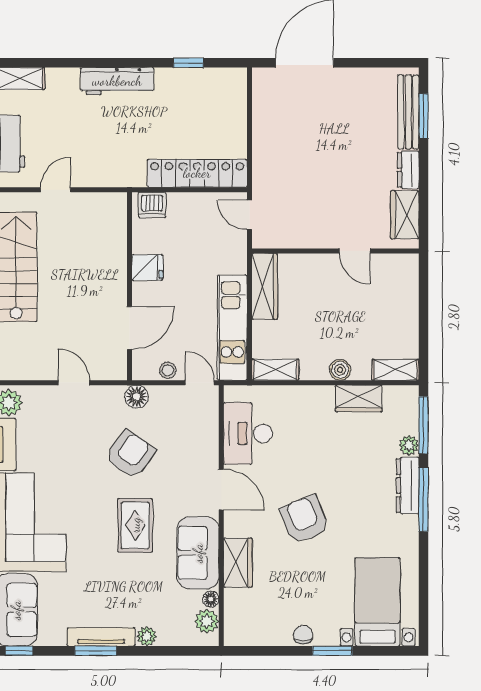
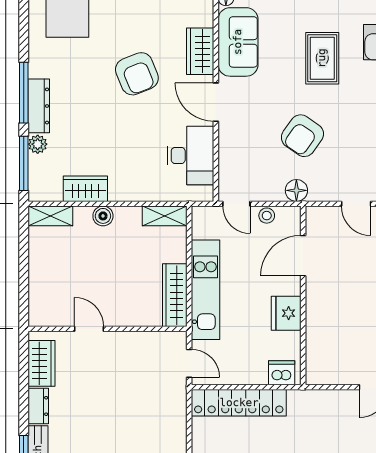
fridge: (147, 267) -> (286, 313), width x1.38
kitchen unit: (232, 328) -> (205, 290), moved
rug: (135, 525) -> (322, 58), moved
wardrobe: (238, 563) -> (200, 51), moved

